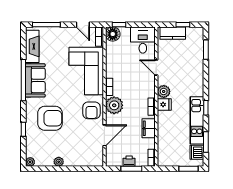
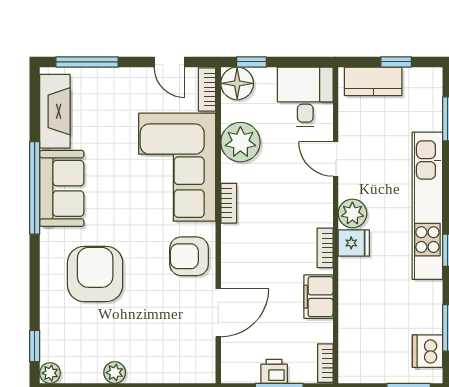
plant: (114, 105) -> (240, 142), moved
armchair: (91, 110) -> (189, 256), turned 90
armchair: (50, 118) -> (95, 274), turned -90
kitchen unit: (197, 120) -> (427, 206), moved, width x1.36
window: (23, 129) -> (35, 346), moved

